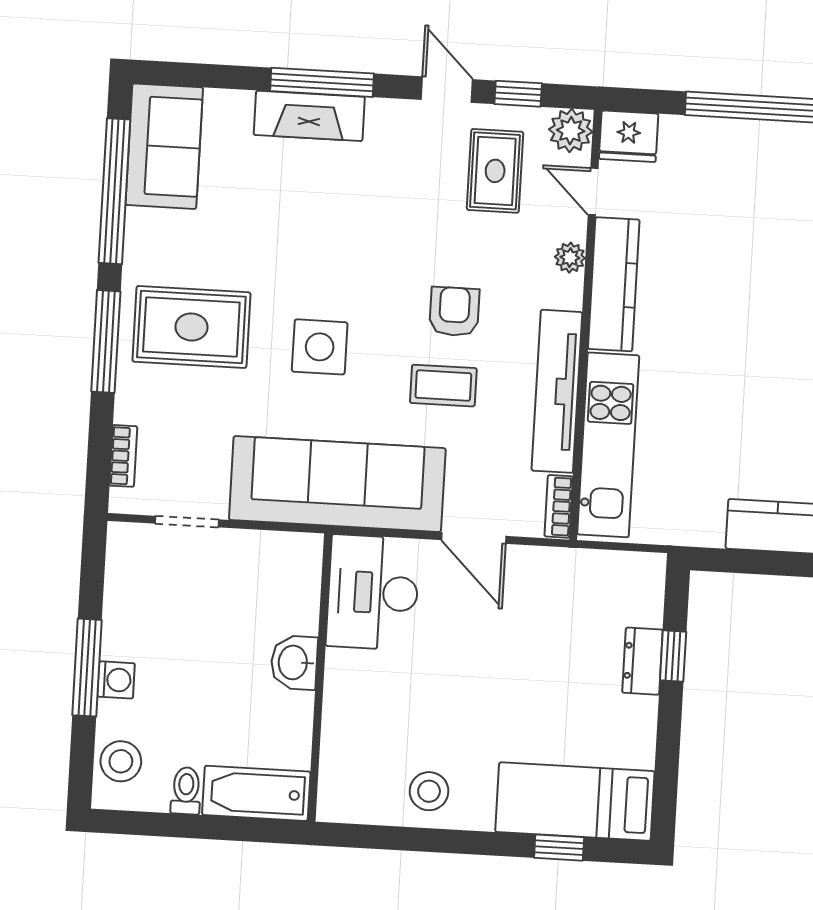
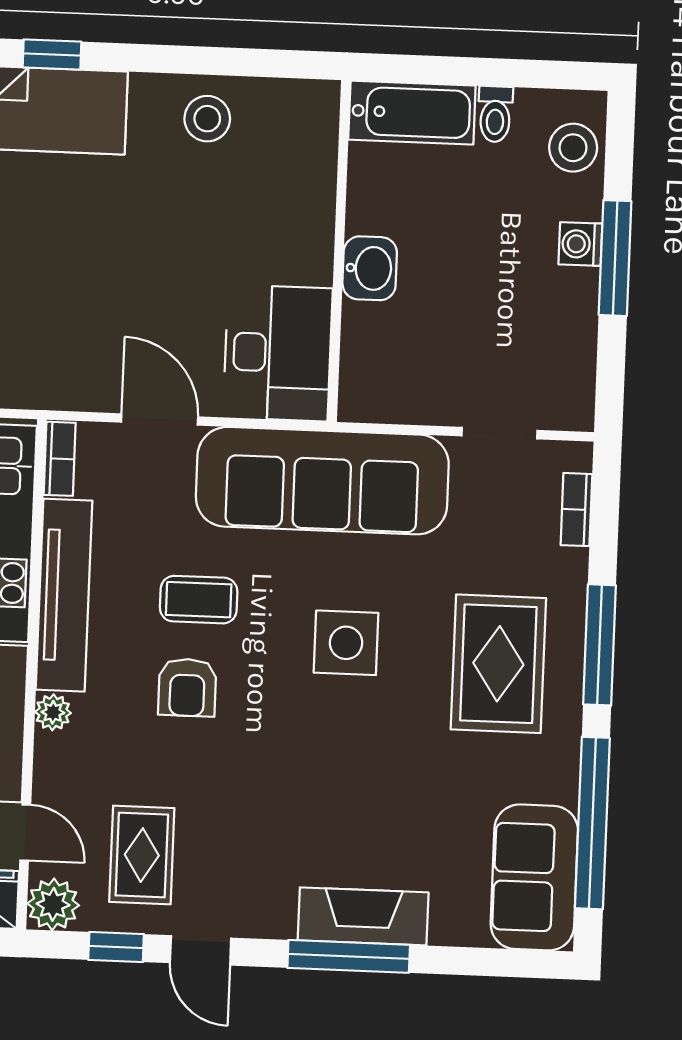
plant: (570, 258) -> (53, 712), moved
rug: (191, 327) -> (498, 664), turned 90

